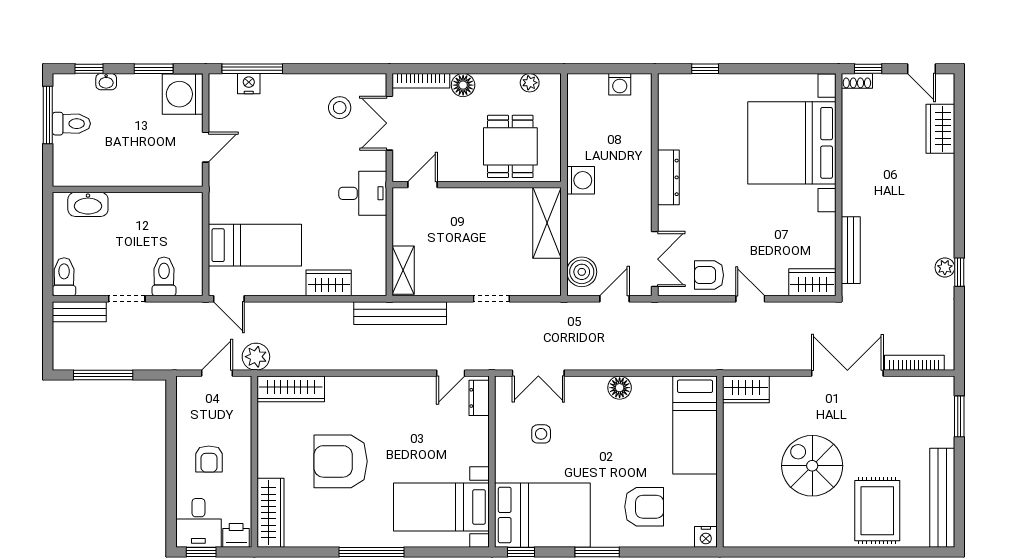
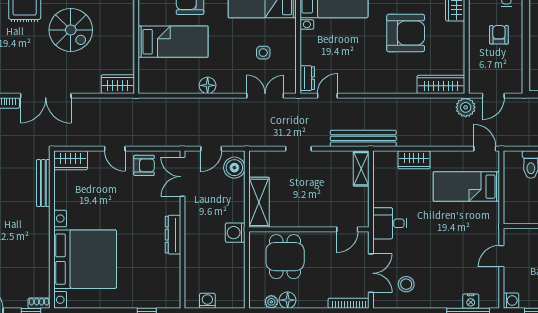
floor lamp: (463, 85) -> (288, 300), moved
washing machine: (183, 94) -> (511, 300), width x0.53, depth x0.53
bed: (695, 425) -> (173, 42), moved, turned 90

